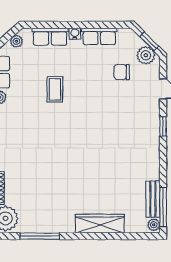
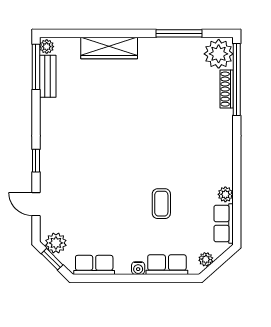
row of seats: (99, 36) -> (94, 265), moved
chair: (122, 72) -> (84, 224), removed

